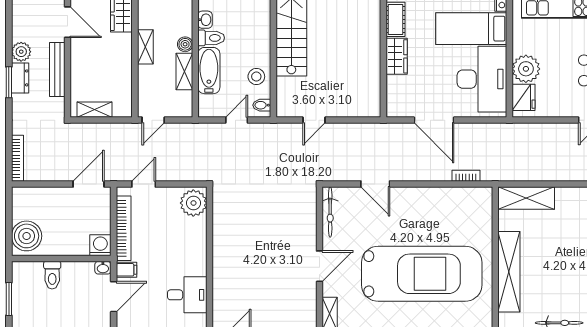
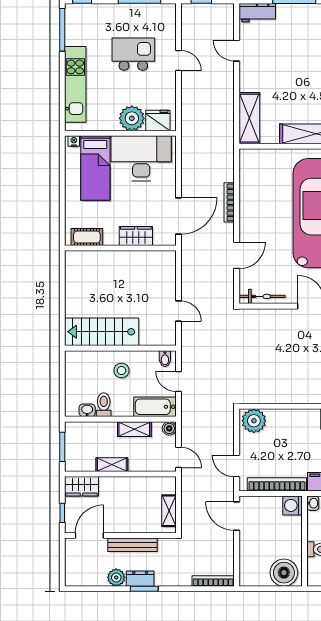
boiler: (185, 44) -> (169, 428), moved
wardrobe: (397, 56) -> (136, 236), moved
bathtub: (209, 71) -> (155, 407), moved
stool: (256, 77) -> (121, 370), moved
door: (434, 120) -> (178, 216), moved
bookcase: (466, 176) -> (229, 202), moved, width x1.56

